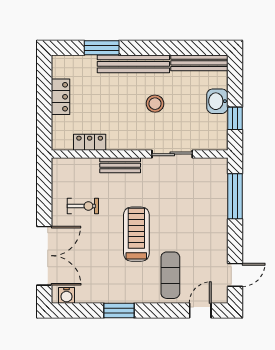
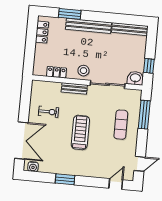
locker: (61, 97) -> (42, 32), moved
washbasin: (217, 101) -> (135, 78), moved, turned 90
stool: (155, 104) -> (83, 71), moved
sliding door: (172, 154) -> (107, 84), width x1.37
exercise mat: (170, 275) -> (121, 125), moved

